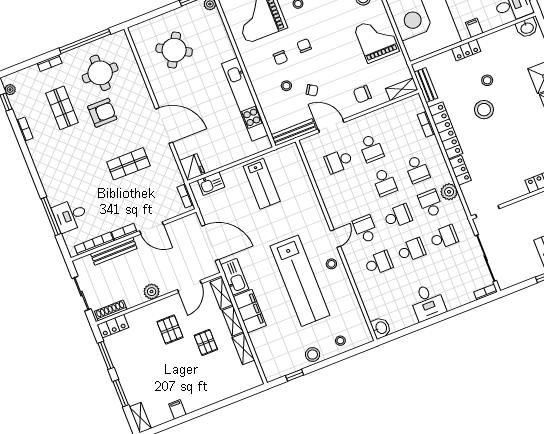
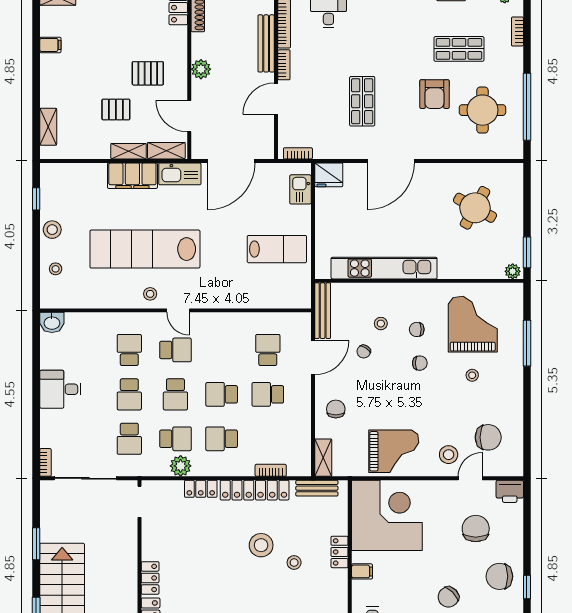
bookcase: (50, 63) -> (517, 32), moved
lab bench: (262, 184) -> (277, 249), turned 180
school desk: (379, 263) -> (129, 350), turned 180
shelving: (243, 349) -> (48, 127), moved, turned 90

